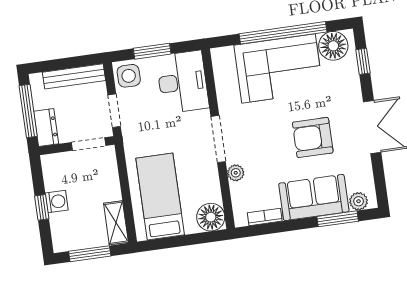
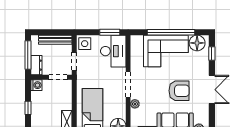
window: (152, 51) -> (110, 32), moved
armchair: (313, 137) -> (179, 91), turned 180
washing machine: (57, 201) -> (36, 85), moved

